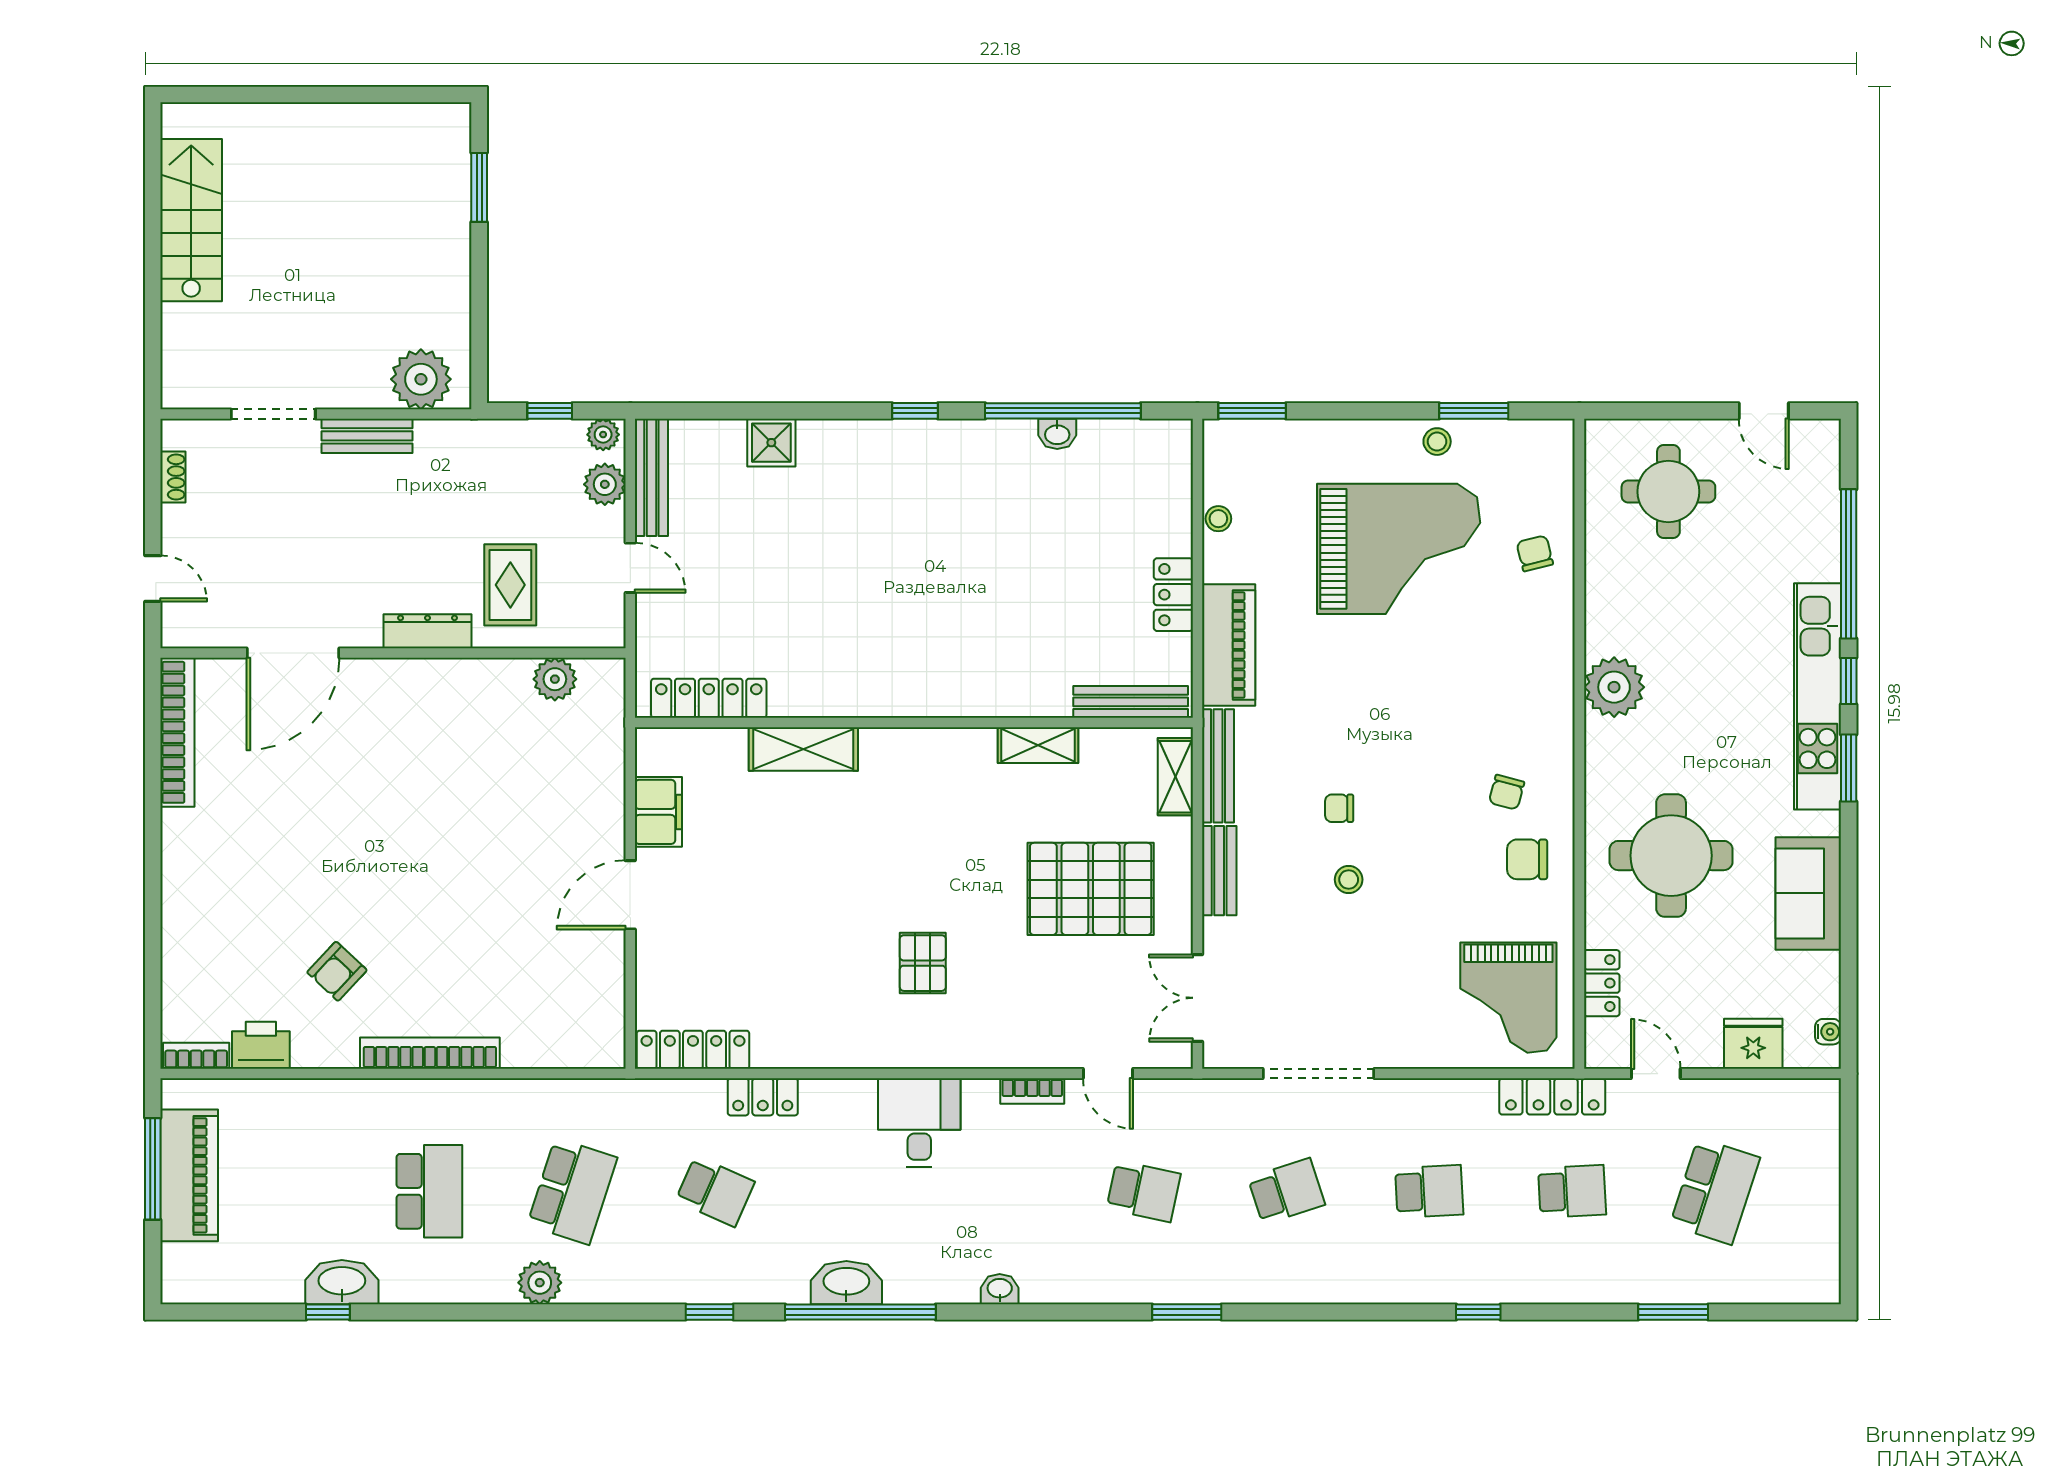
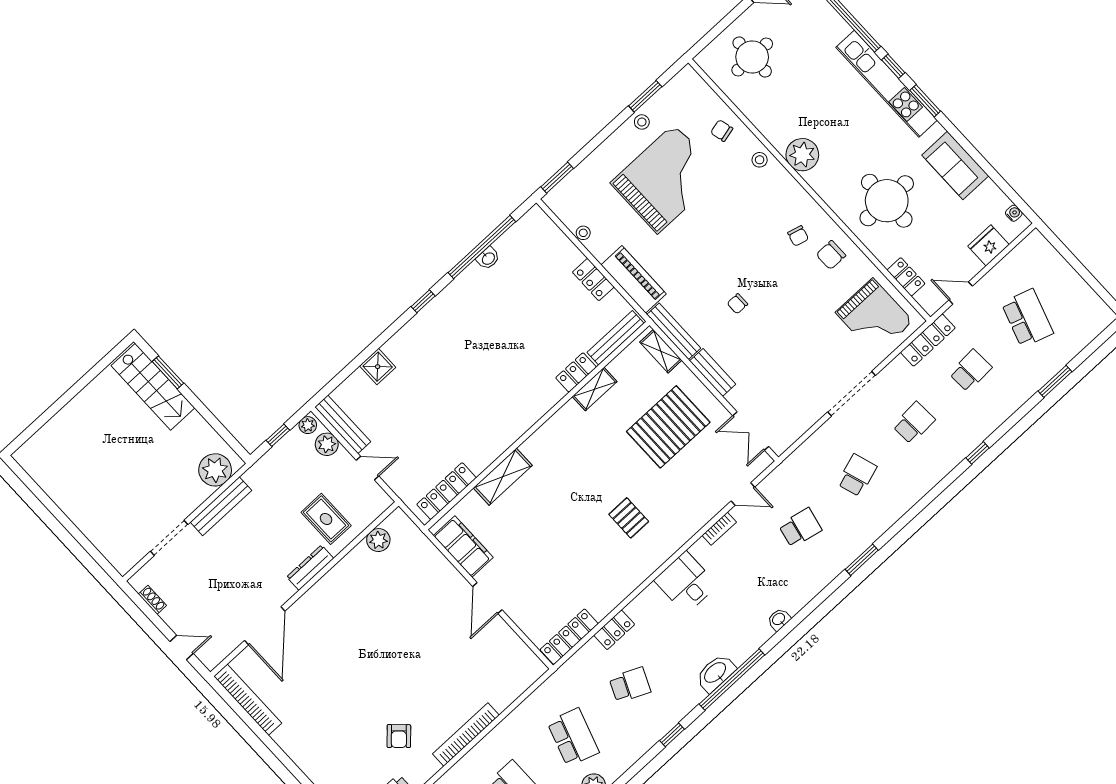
stairs: (191, 220) -> (153, 387), moved, turned 180
bench: (367, 436) -> (221, 506), width x1.36
locker: (1034, 699) -> (576, 372), added
filing cabinet: (658, 812) -> (463, 546), width x1.50, depth x1.17
stool: (1349, 880) -> (760, 160), moved
doorway: (1319, 1074) -> (852, 394), moved

